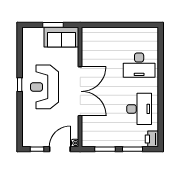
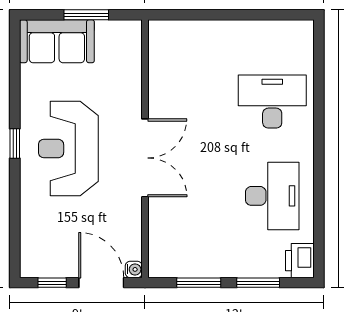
sofa: (61, 37) -> (57, 41), moved
desk: (139, 65) -> (272, 102), turned 180
double door: (80, 91) -> (145, 158), width x0.73
door: (60, 149) -> (101, 283), hinge flipped

